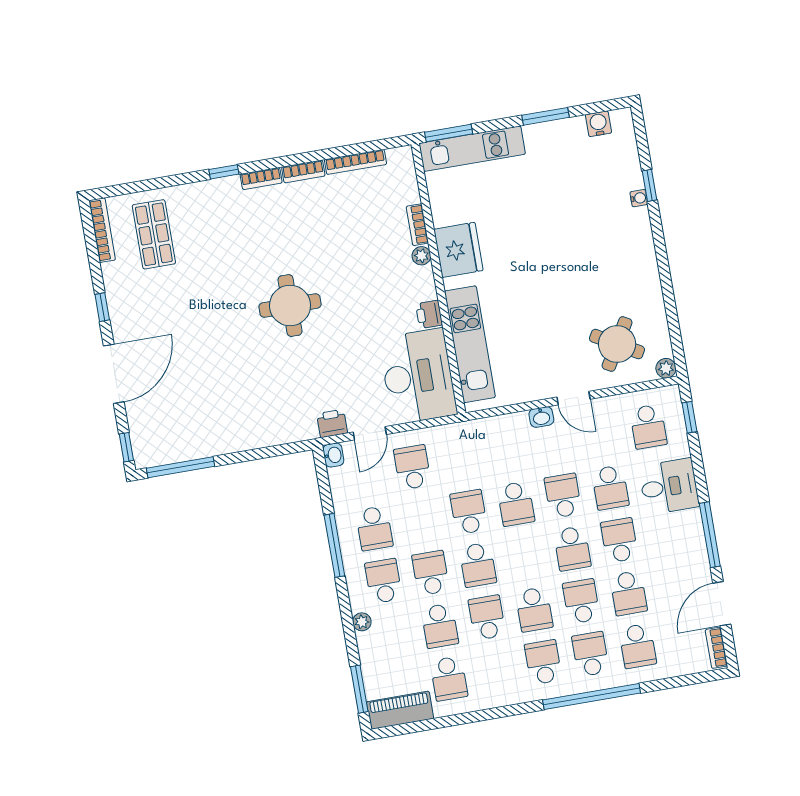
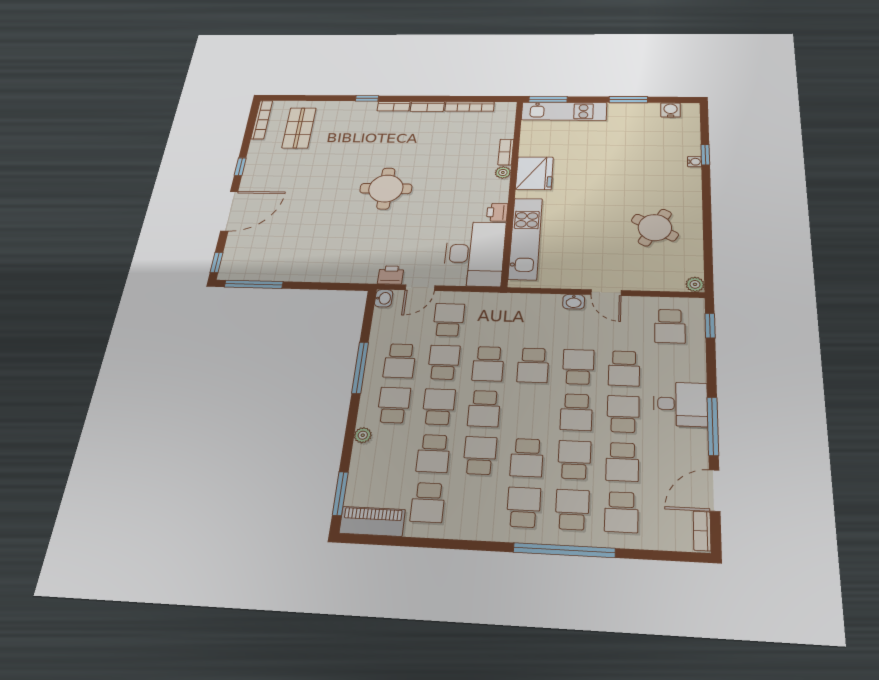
round table: (617, 344) -> (655, 228), moved
desk: (669, 487) -> (680, 404), moved
school desk: (469, 512) -> (488, 364), turned 180
school desk: (422, 520) -> (444, 362), added

